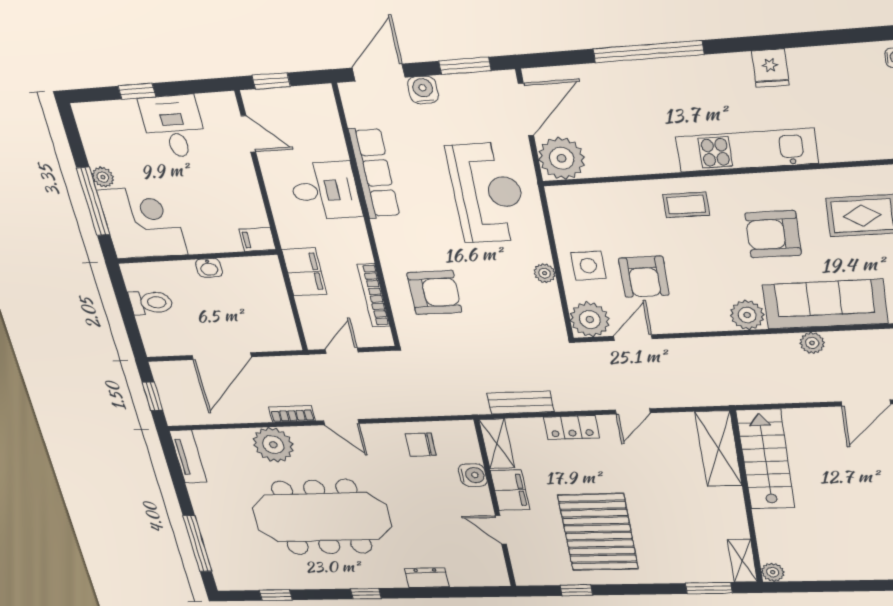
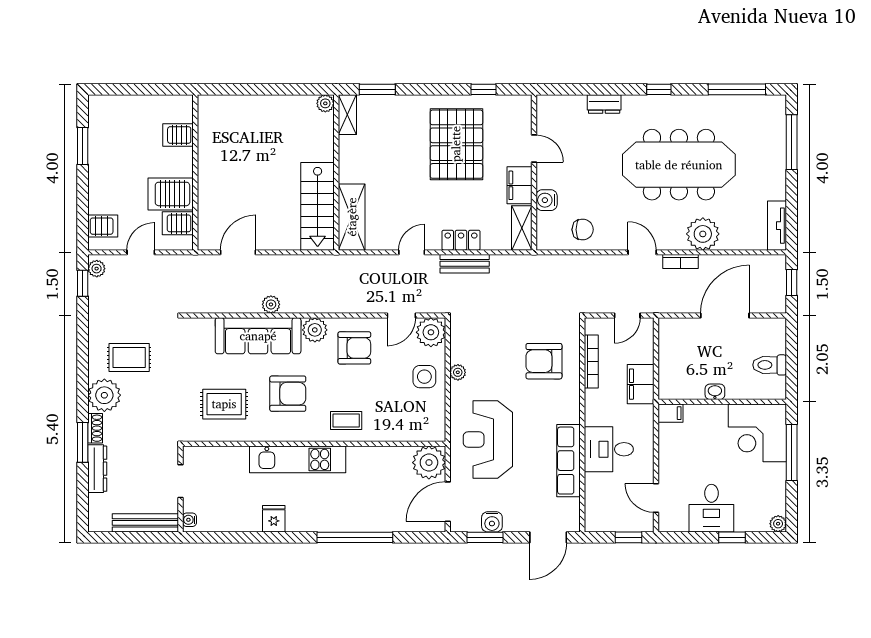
water cooler: (423, 90) -> (492, 522), moved
plant: (103, 177) -> (778, 524), moved
armchair: (644, 277) -> (354, 348), moved, turned 90
bench: (520, 402) -> (465, 264), moved
window: (276, 595) -> (737, 89), width x2.17

